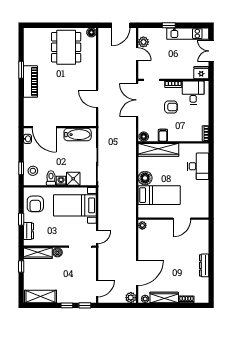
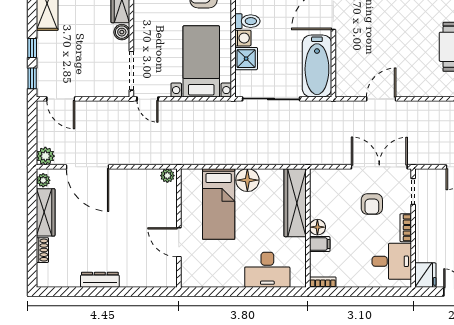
armchair: (171, 107) -> (372, 204), moved
bathtub: (78, 135) -> (317, 66), width x1.36, depth x1.36
filing cabinet: (163, 135) -> (320, 244), moved
floor lamp: (144, 137) -> (317, 227), moved

